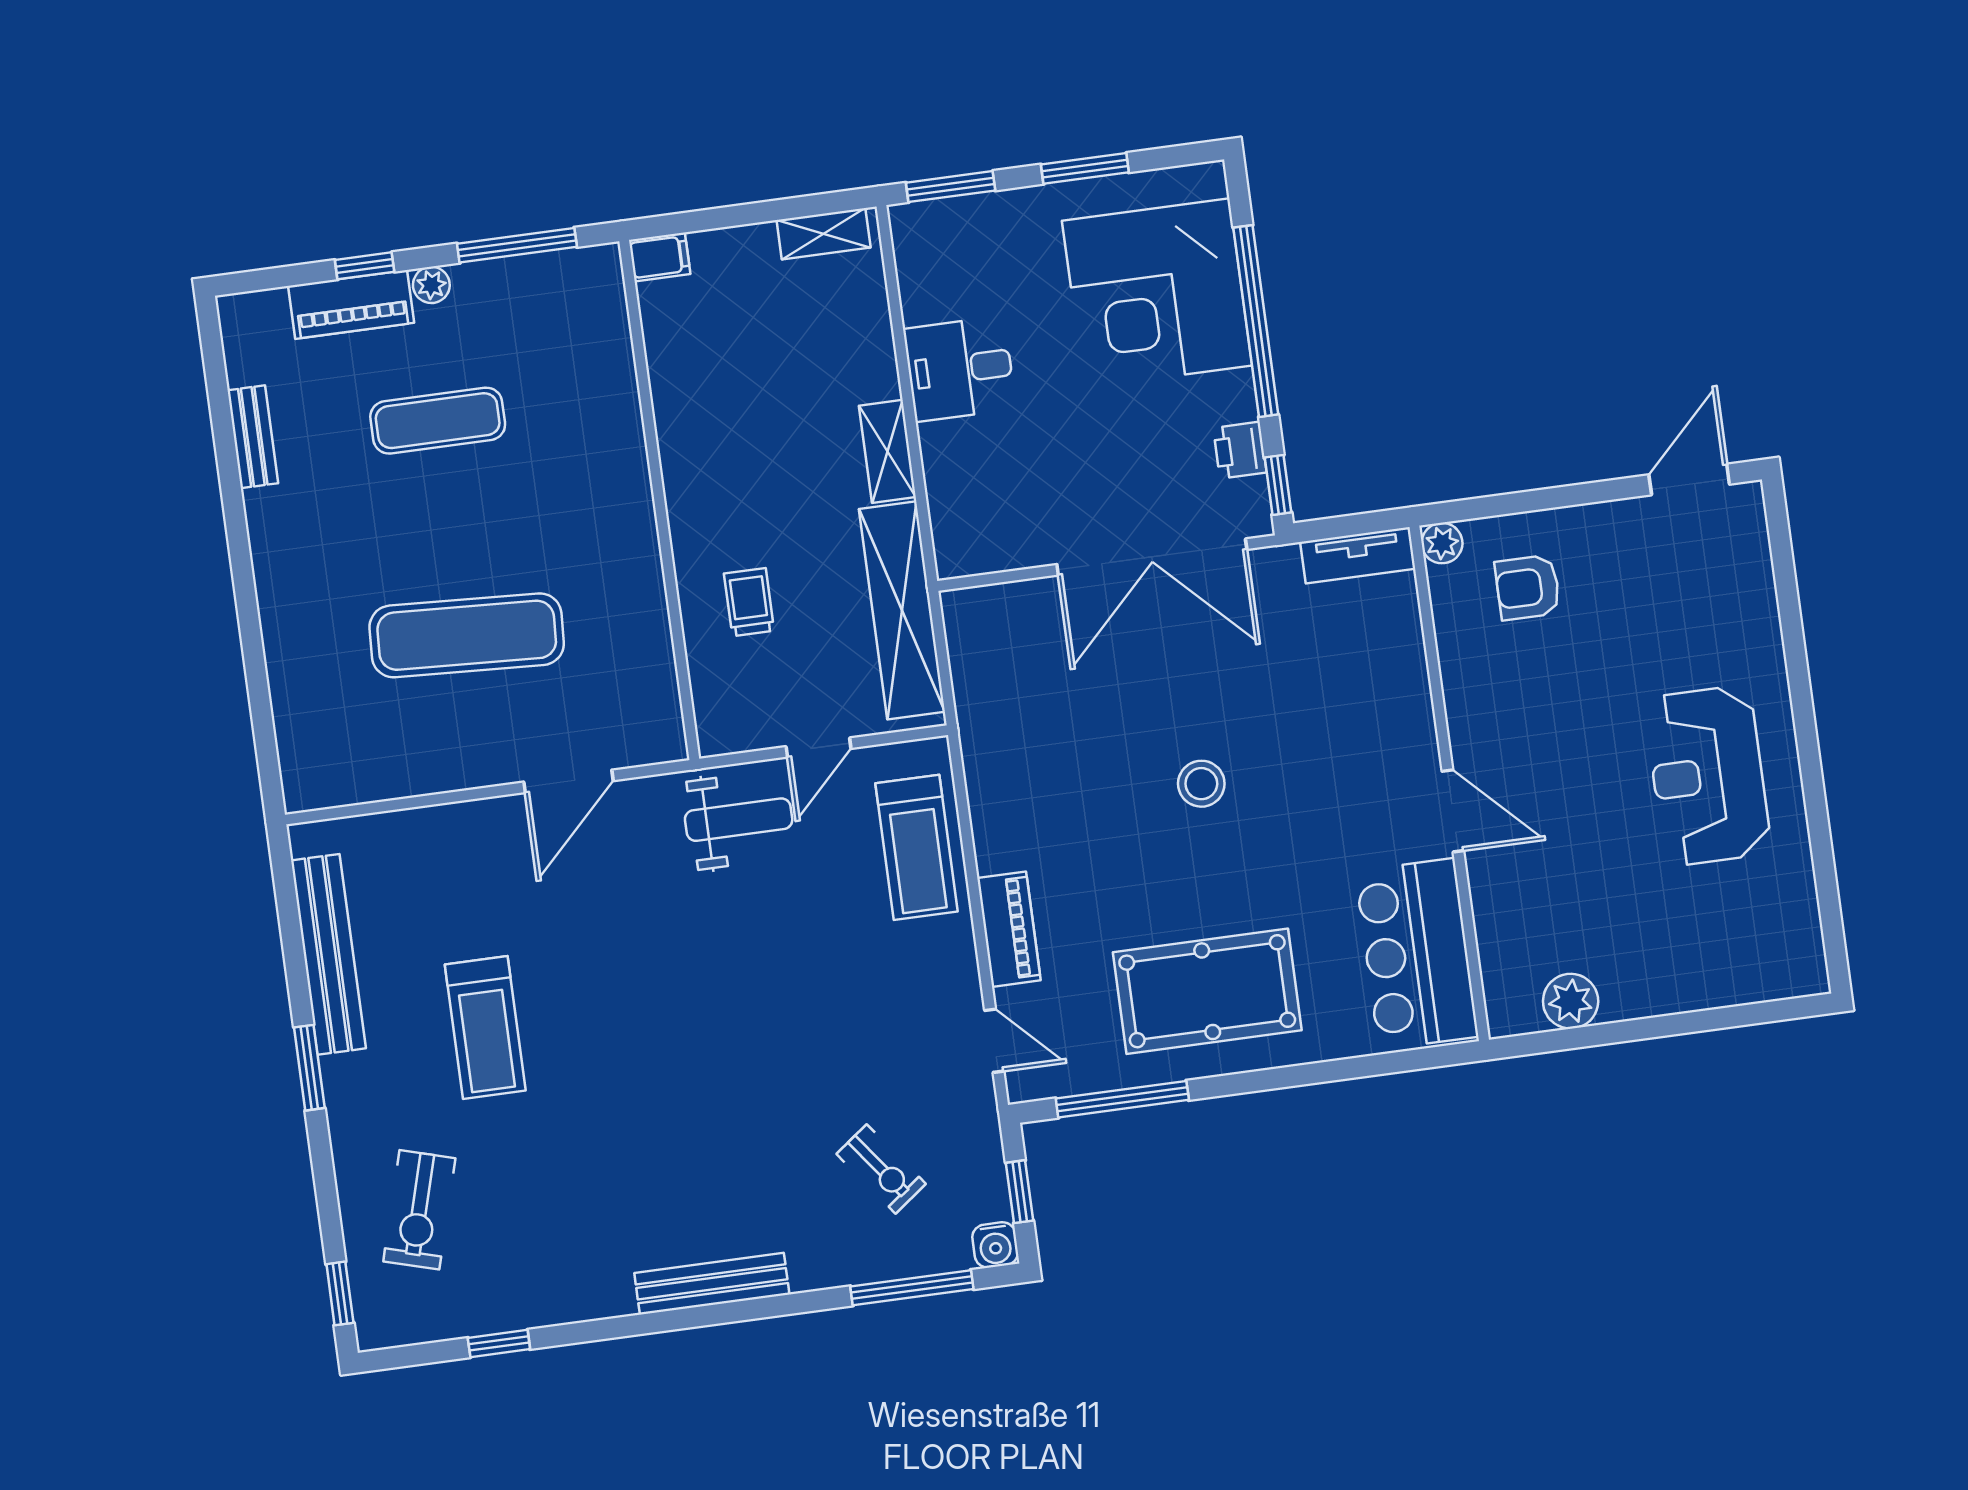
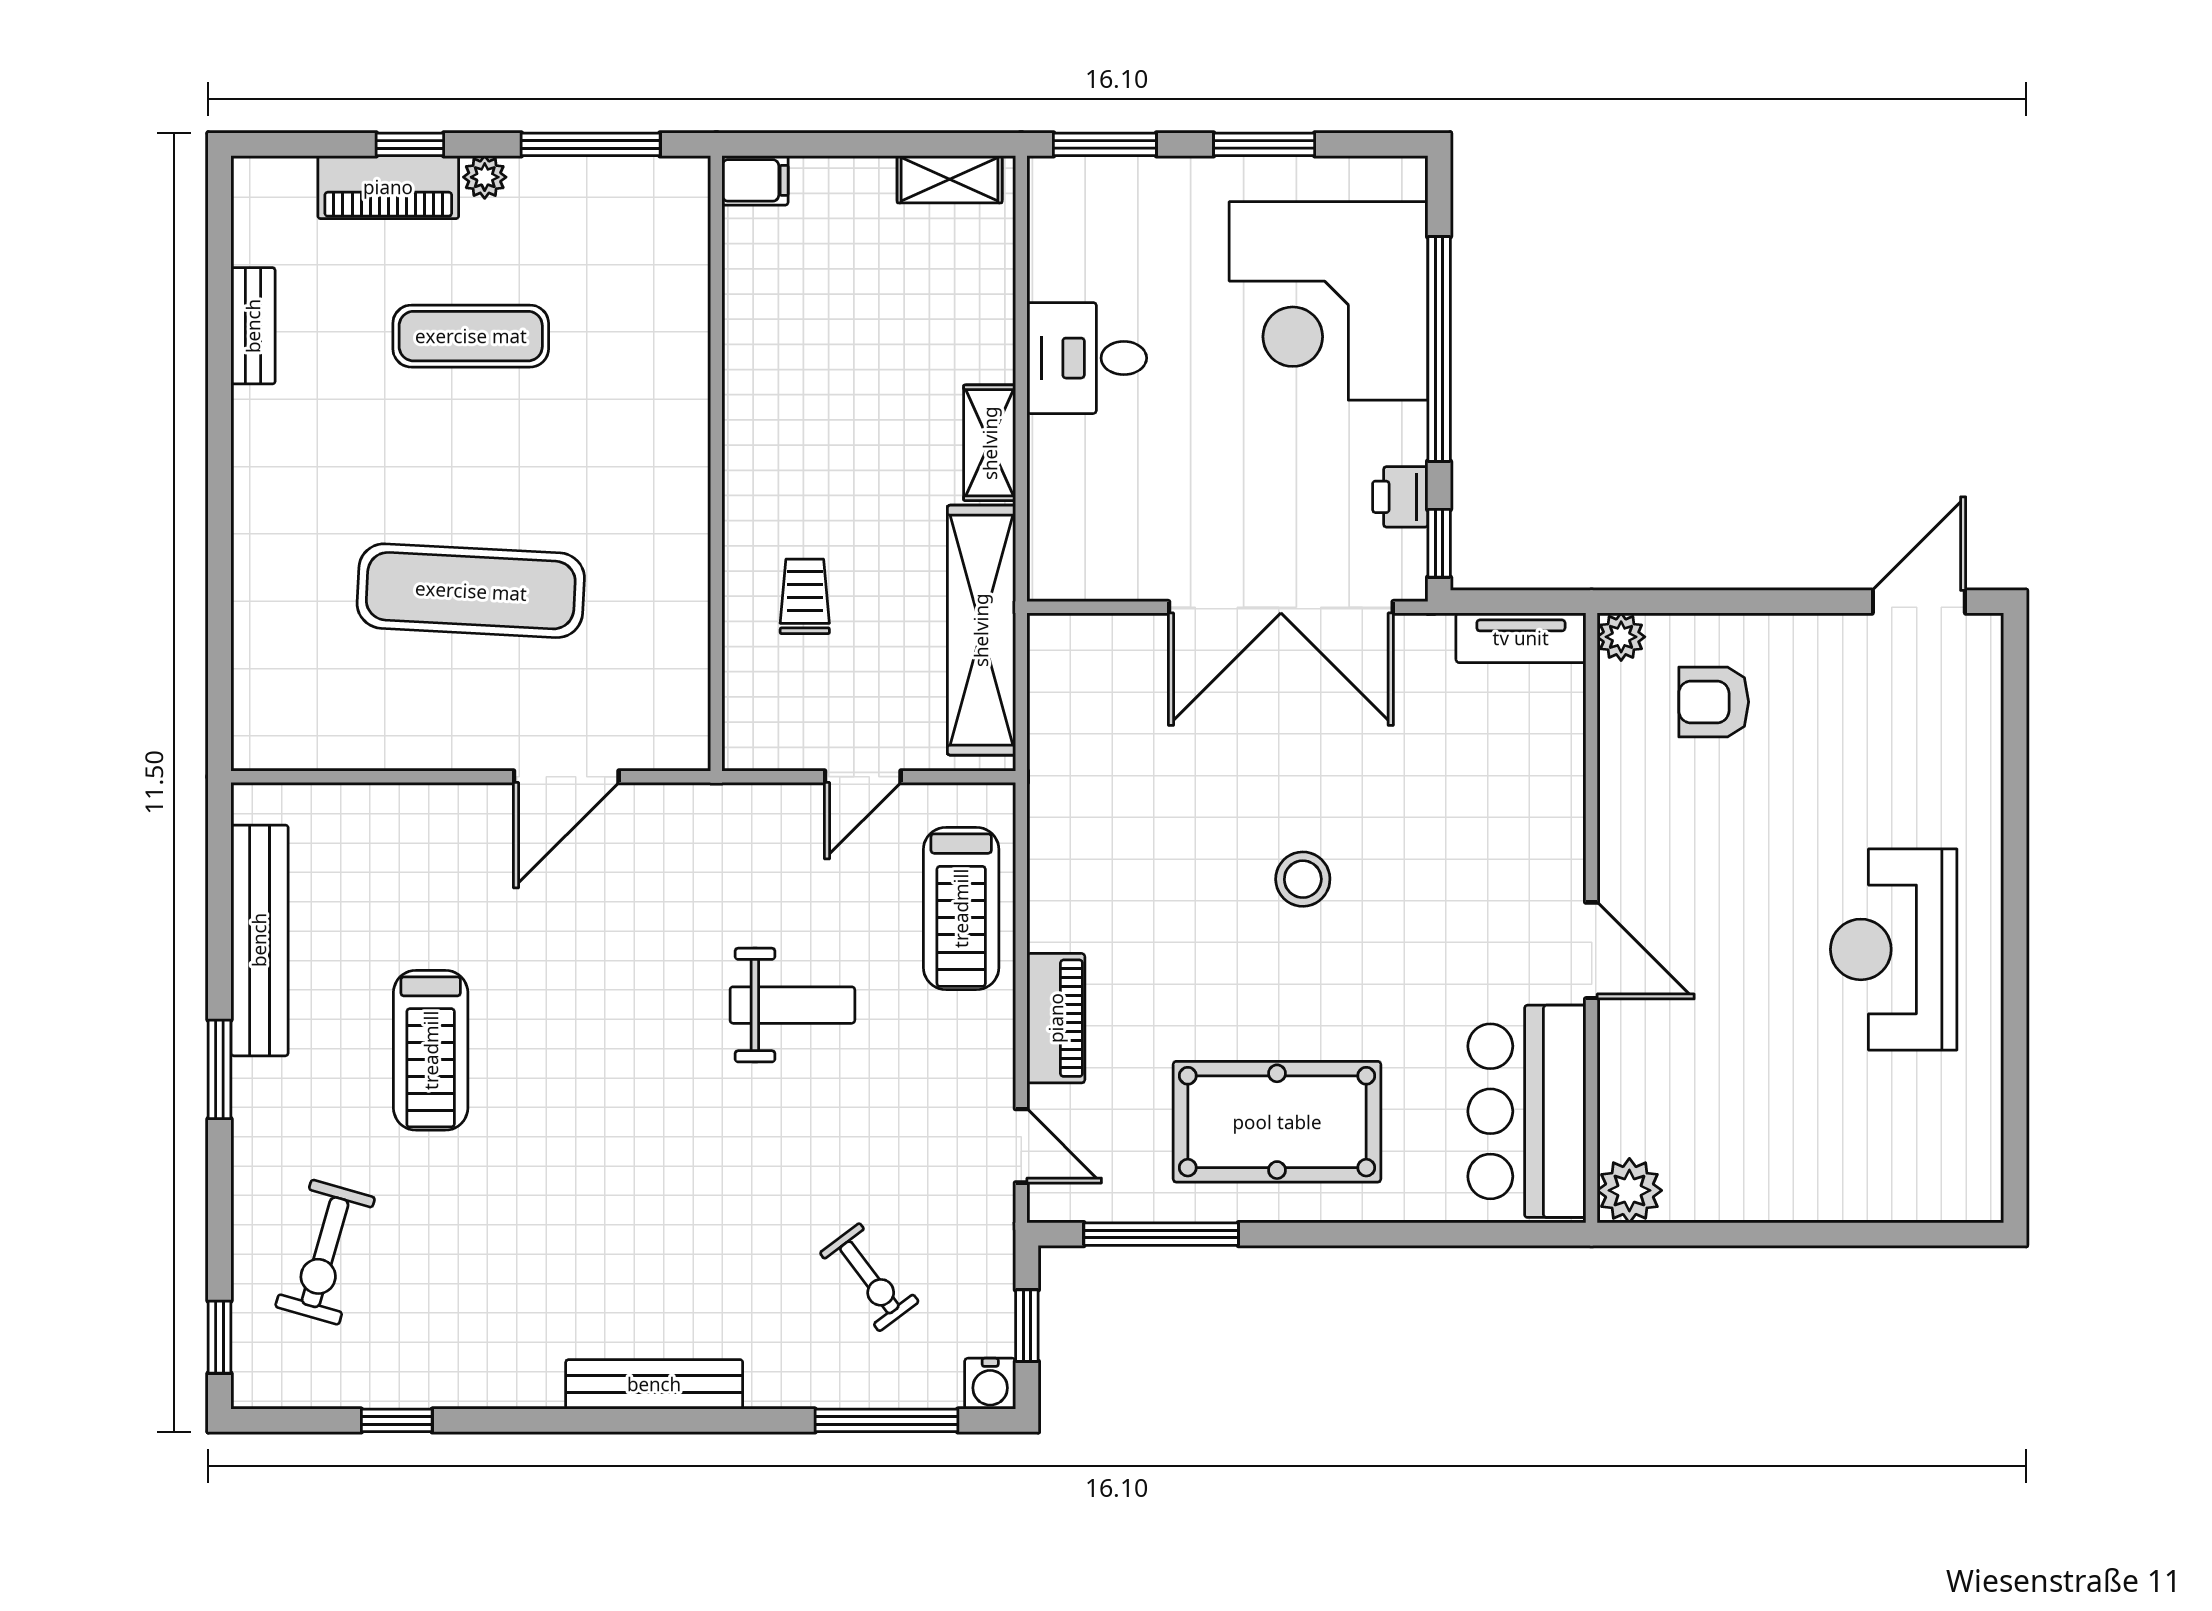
weight bench: (739, 820) -> (792, 1005), moved
plant: (1571, 1001) -> (1629, 1190), moved

